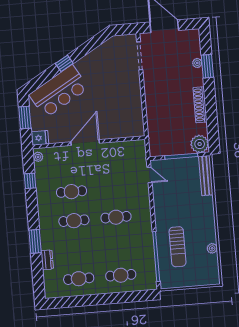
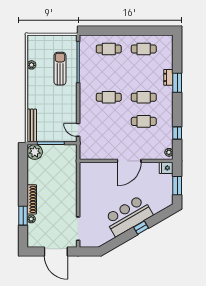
bar counter: (59, 91) -> (129, 216), moved
shoe rack: (200, 105) -> (32, 199), moved
dresser: (47, 260) -> (168, 77), moved

